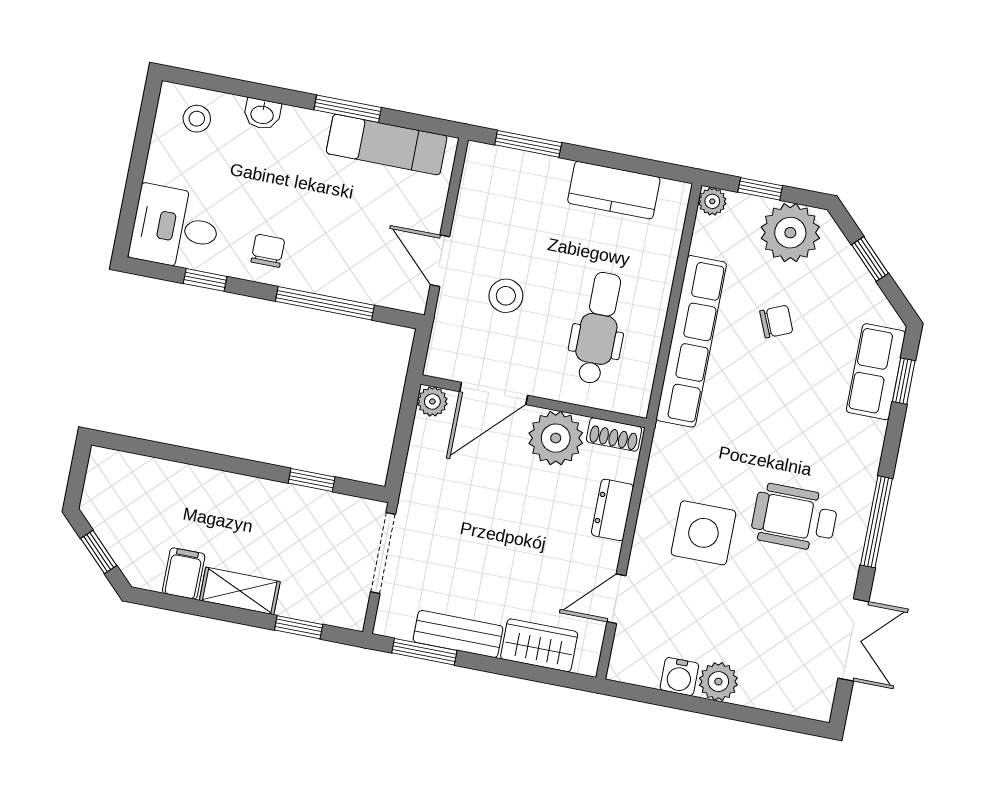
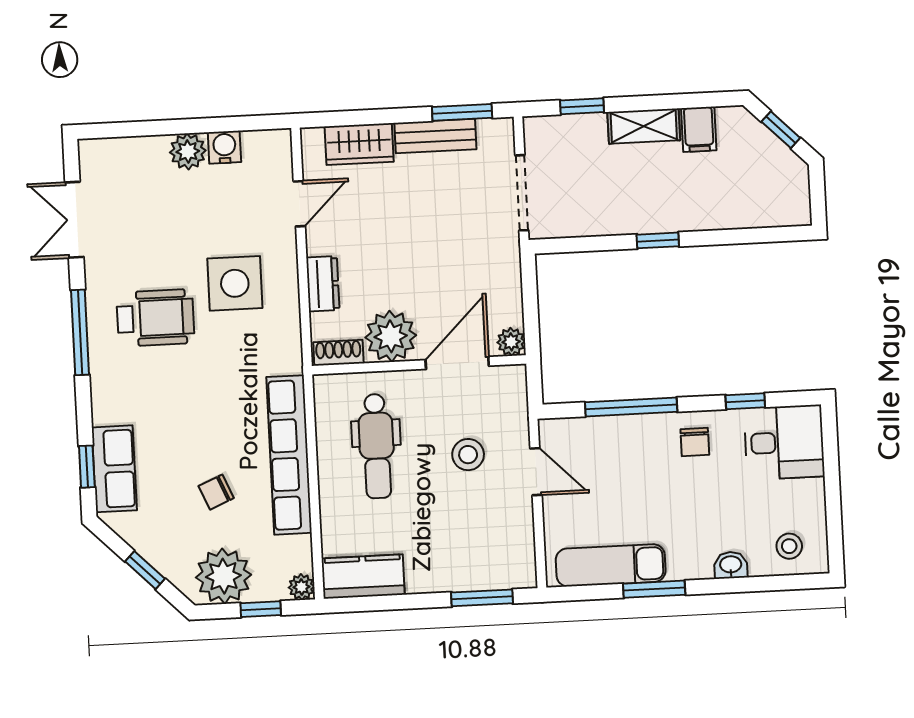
kitchen counter: (614, 190) -> (363, 577), moved
window: (312, 480) -> (658, 240), moved

